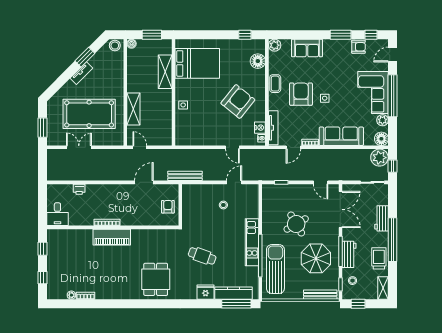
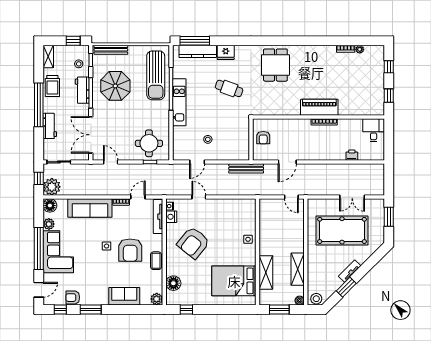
shelving: (133, 109) -> (298, 269), moved
round table: (296, 224) -> (149, 143), moved, turned 30

